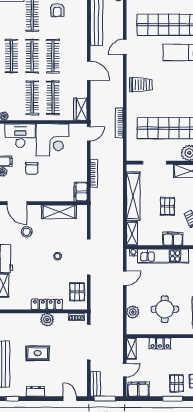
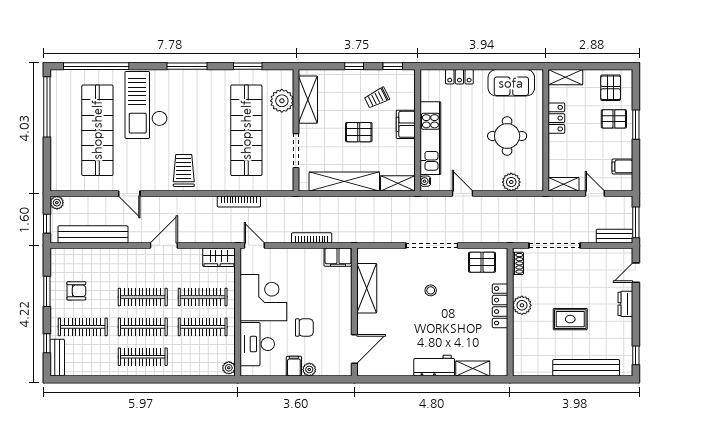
stool: (27, 232) -> (396, 335), removed
locker: (160, 343) -> (556, 118), moved
rug: (38, 353) -> (570, 319), turned 90
filing cabinet: (138, 389) -> (622, 166), width x0.50
dresser: (36, 391) -> (625, 304), moved

